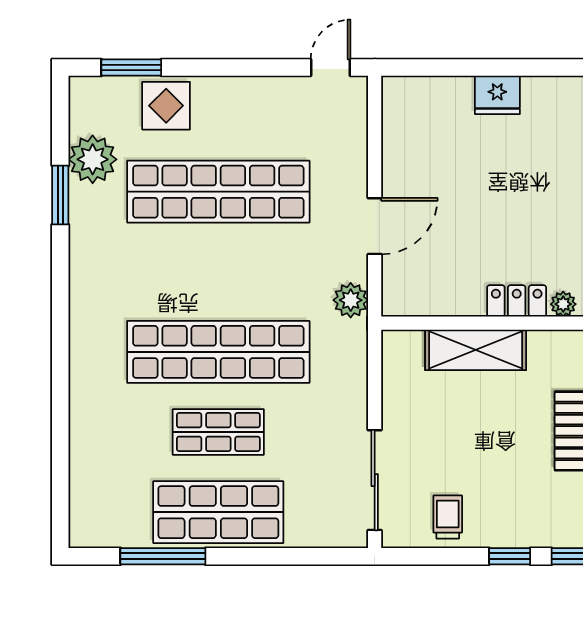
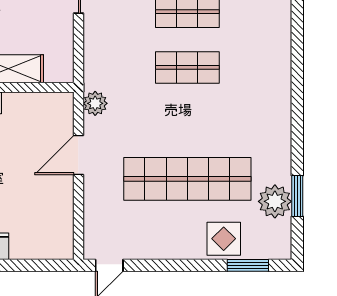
window: (60, 195) -> (297, 196), moved
shop shelf: (218, 352) -> (187, 67), width x0.50, depth x0.74

